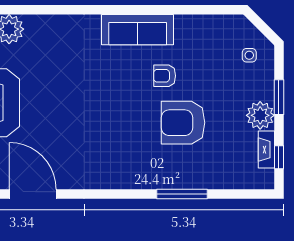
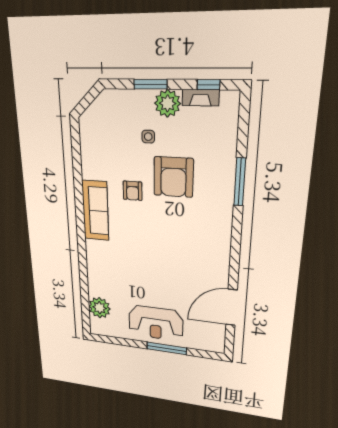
side table: (249, 55) -> (148, 137), moved

